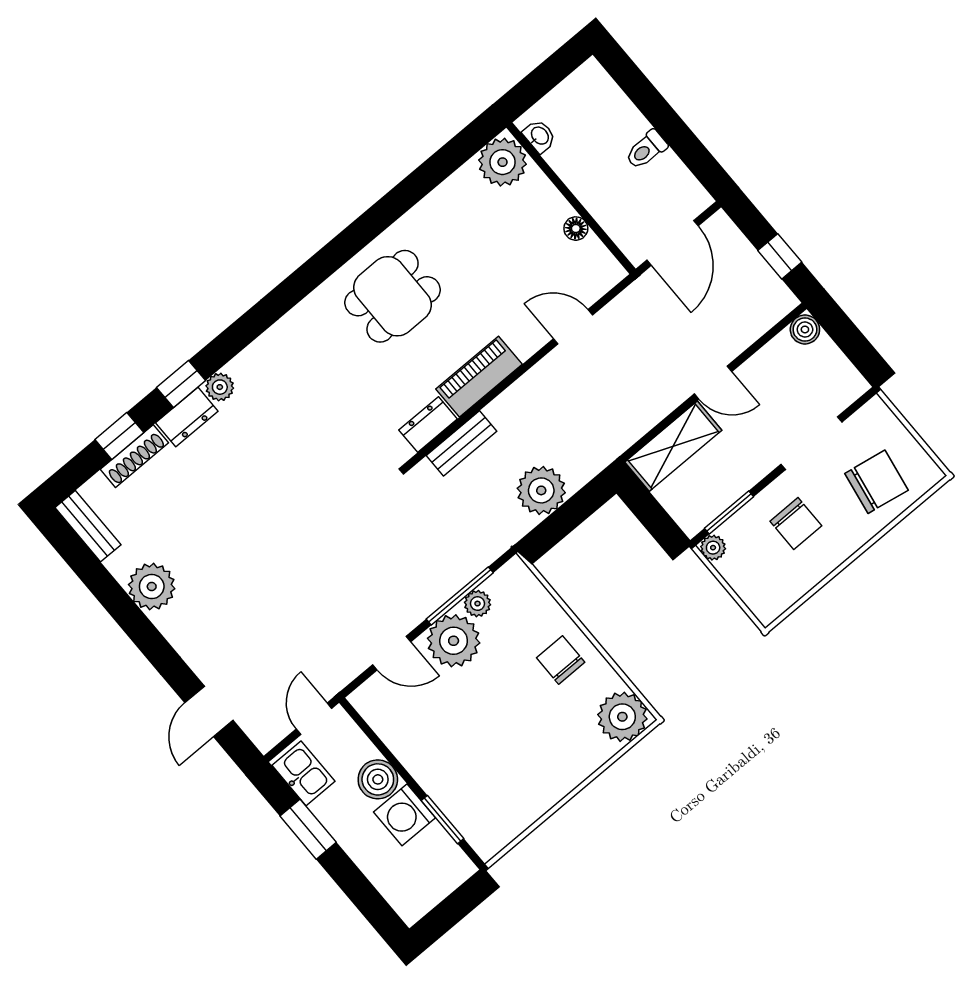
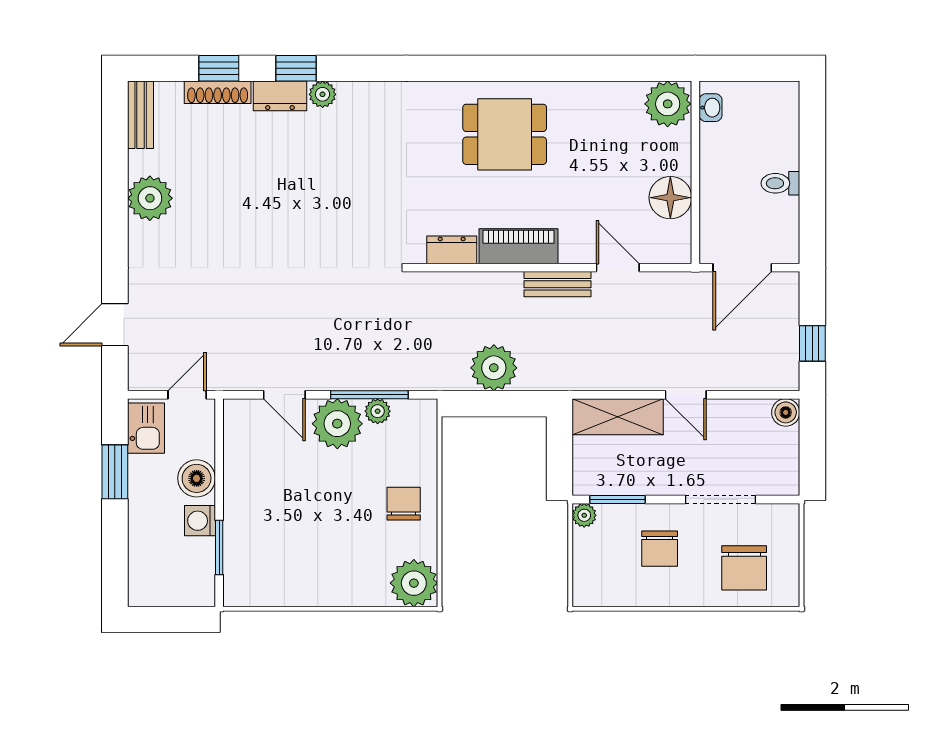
floor lamp: (576, 229) -> (670, 198), width x1.89, depth x1.89
bench: (462, 443) -> (558, 284), moved
chair: (876, 482) -> (744, 568), turned 80
washing machine: (404, 815) -> (200, 521), width x0.73, depth x0.73

